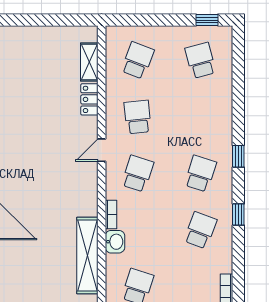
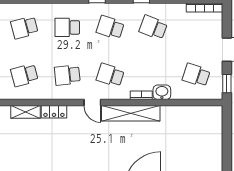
school desk: (138, 60) -> (24, 75), turned -36
school desk: (200, 117) -> (67, 27), added
shelving: (87, 256) -> (131, 113), moved

